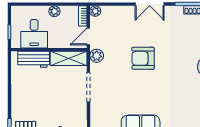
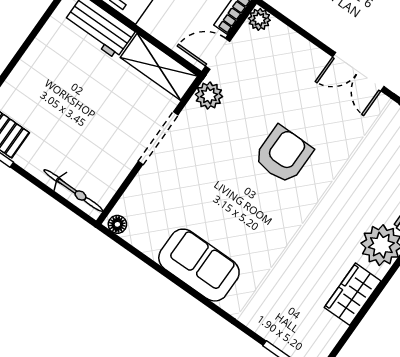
armchair: (143, 58) -> (283, 155), turned 90

